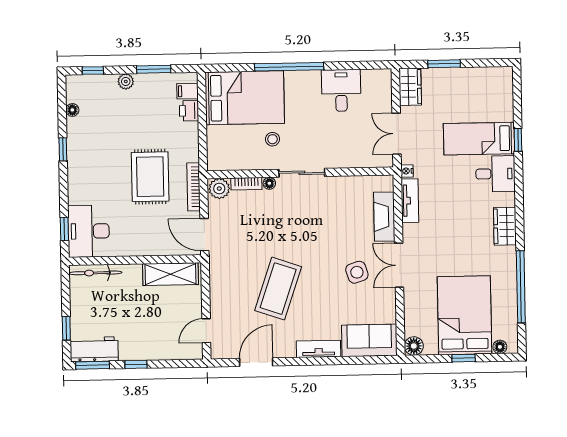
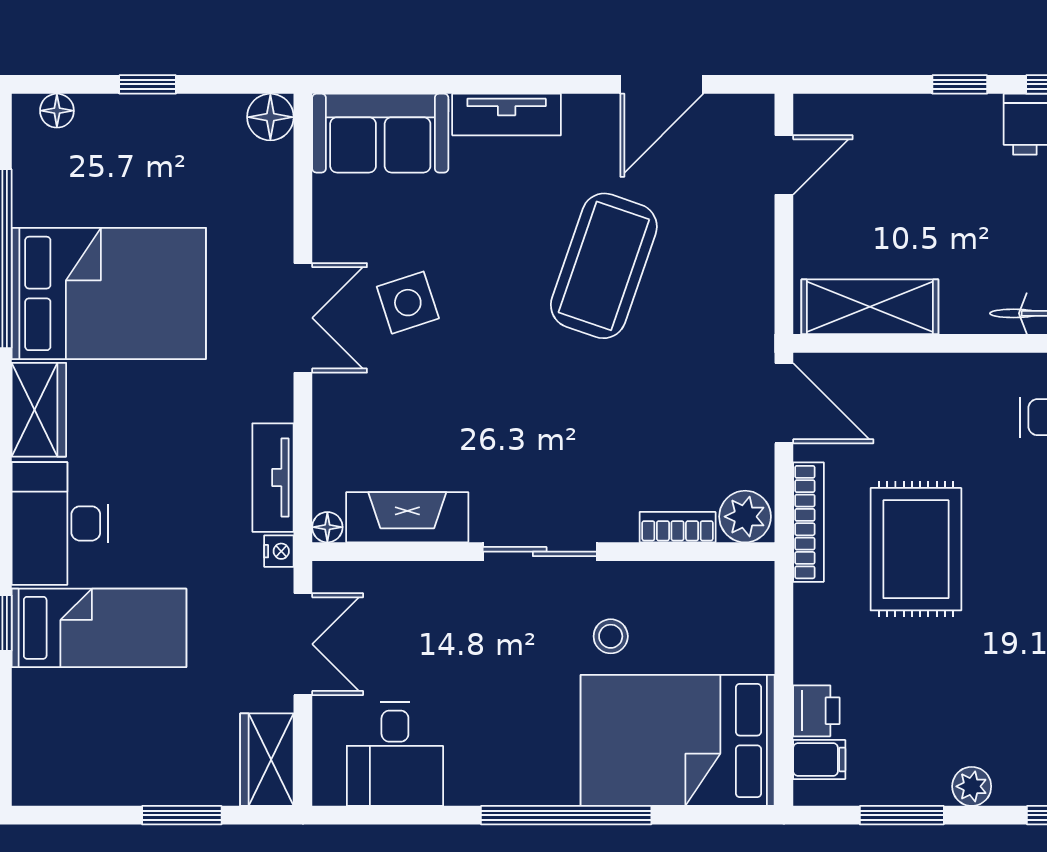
desk: (341, 90) -> (395, 754), moved
desk: (495, 174) -> (60, 523), width x1.37
floor lamp: (269, 183) -> (327, 527), moved
fireplace: (384, 217) -> (407, 517), moved, turned -90
bed: (464, 315) -> (109, 293), moved, turned -90

